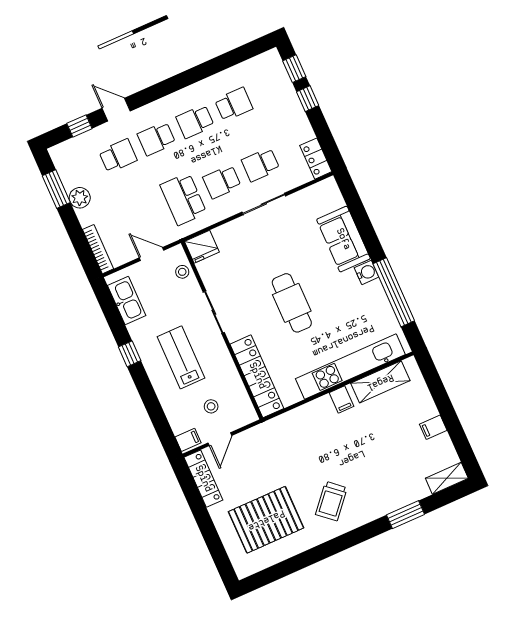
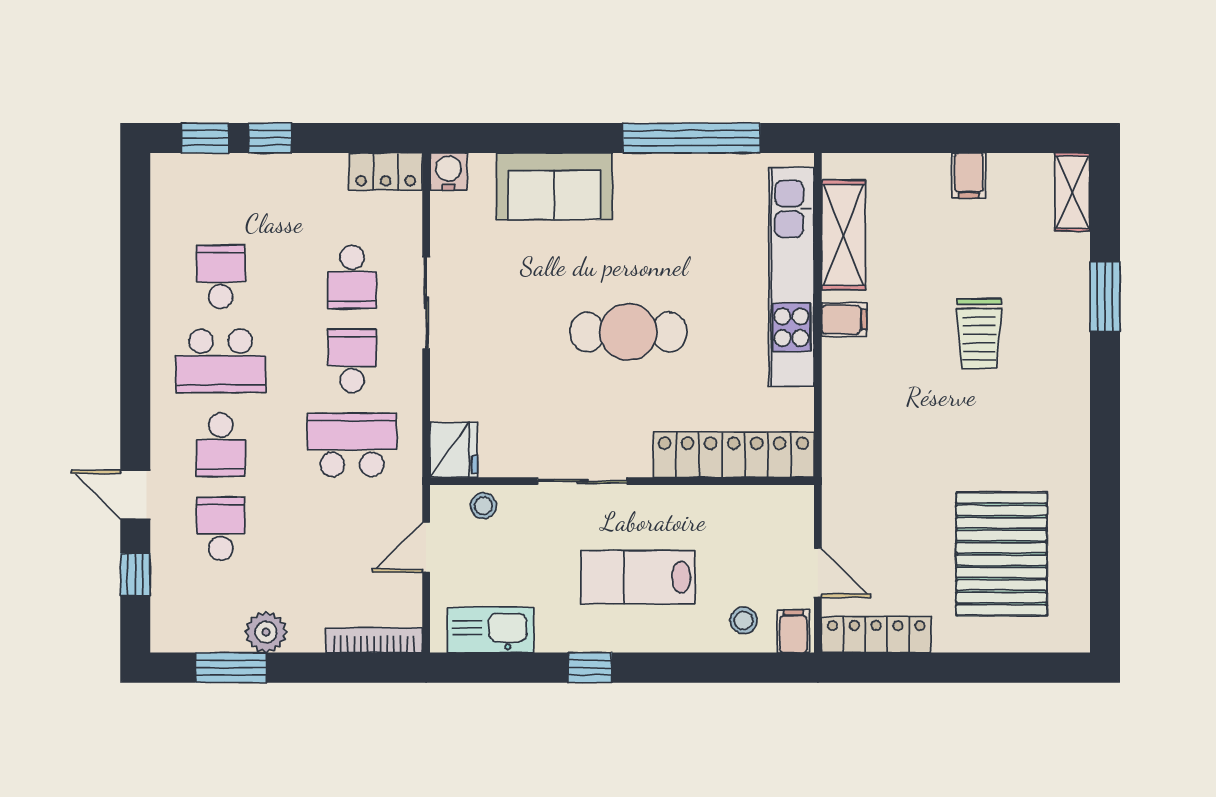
door: (116, 110) -> (135, 495), hinge flipped
school desk: (195, 121) -> (221, 361), width x1.85
school desk: (222, 182) -> (352, 361), turned 180
school desk: (183, 199) -> (352, 445), turned 180
water cooler: (367, 272) -> (449, 172), moved
stool: (211, 406) -> (744, 620), moved
trolley: (331, 501) -> (979, 334), moved, turned 49

